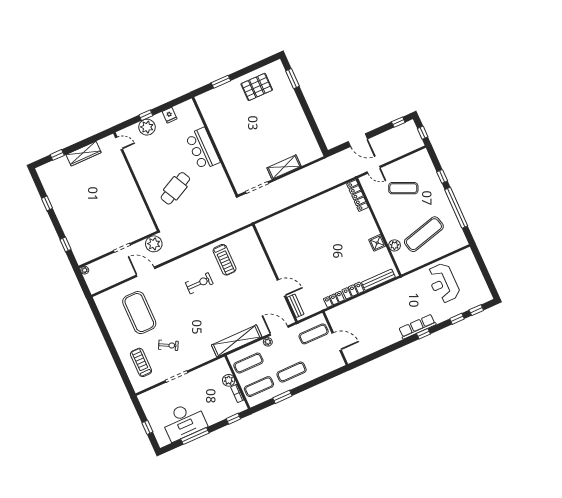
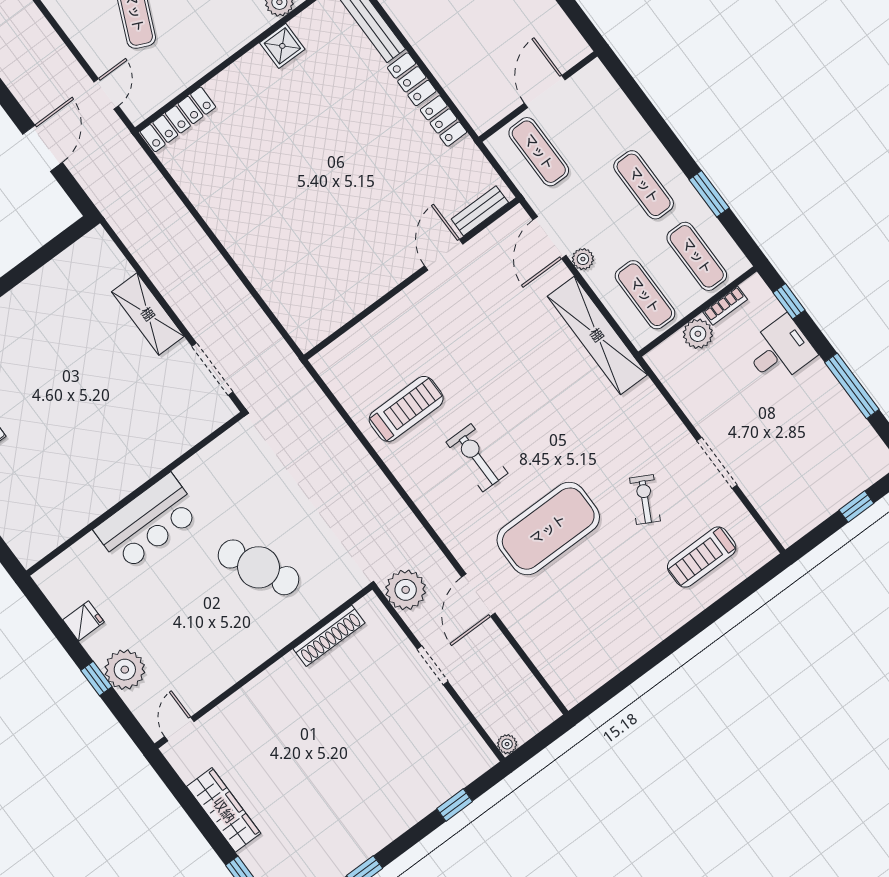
shoe rack: (142, 210) -> (329, 636), added
exercise mat: (139, 313) -> (548, 529), moved
desk: (184, 421) -> (780, 351), moved, width x0.53, depth x0.77

